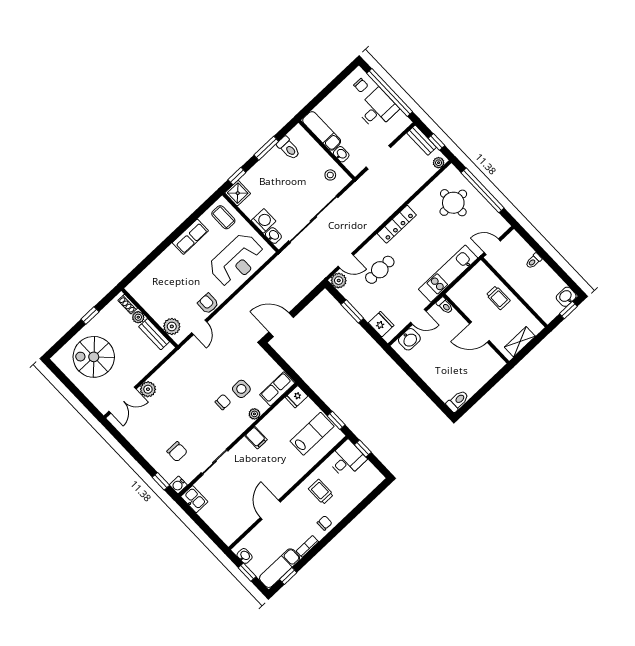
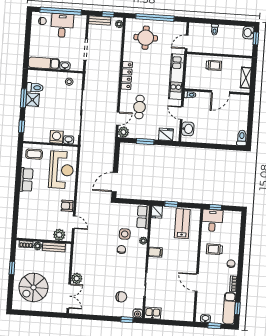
shower: (238, 193) -> (32, 100), moved
door: (418, 317) -> (182, 113), swing flipped
window: (336, 420) -> (171, 204), moved

